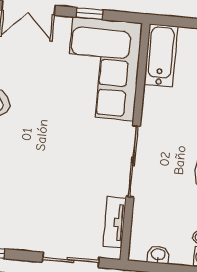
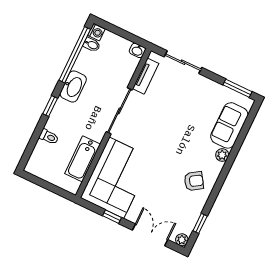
bathtub: (161, 55) -> (83, 159), moved
washbasin: (158, 255) -> (137, 50), moved

